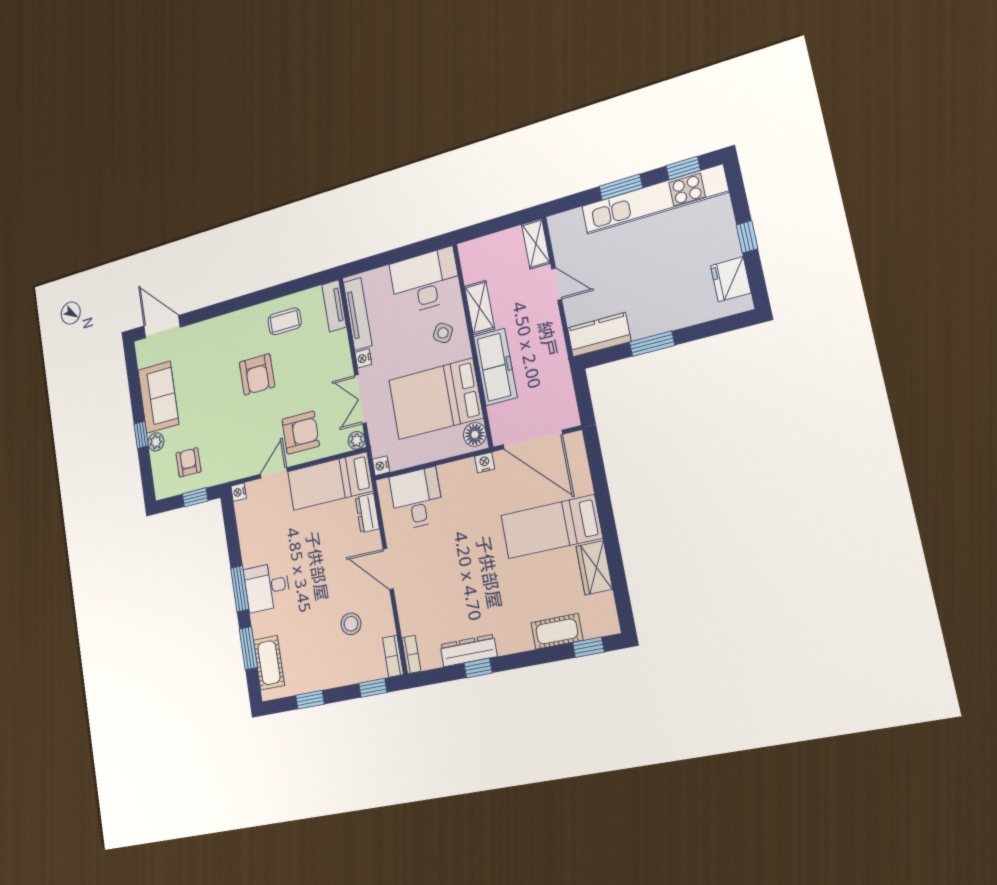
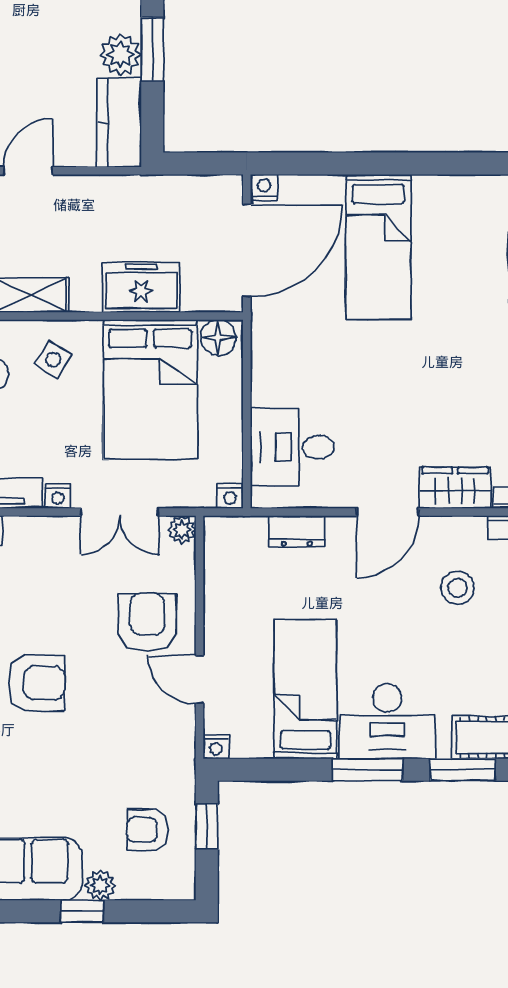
plant: (644, 323) -> (121, 55), added
freezer: (495, 367) -> (141, 287), width x0.71
nightstand: (485, 463) -> (264, 187), moved, turned 90
bed: (330, 481) -> (305, 689), moved, turned 180
wardrobe: (594, 568) -> (455, 488), moved, turned 180
desk: (267, 587) -> (387, 721), width x1.37

